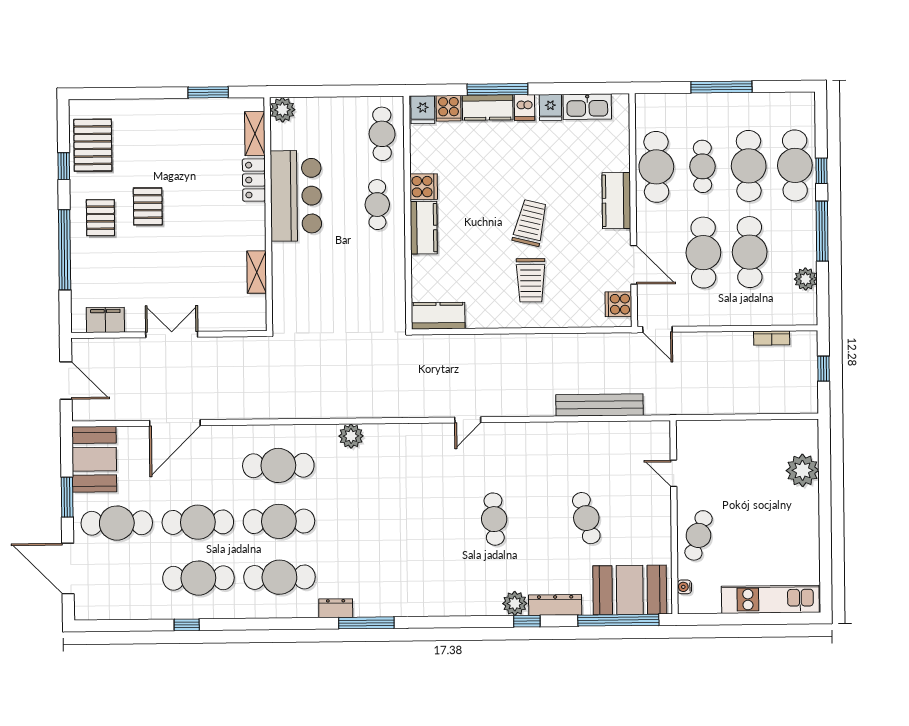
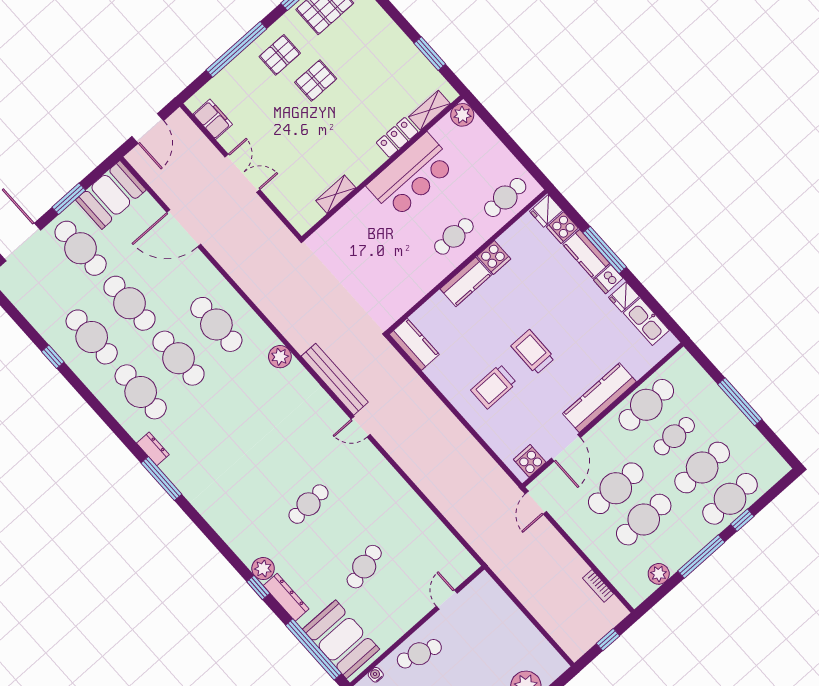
kitchen counter: (616, 201) -> (599, 398), width x1.50
trolley: (530, 223) -> (533, 352), turned -104
bench: (599, 405) -> (335, 379), moved

